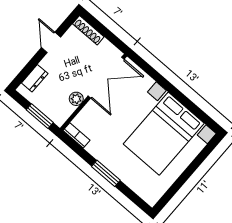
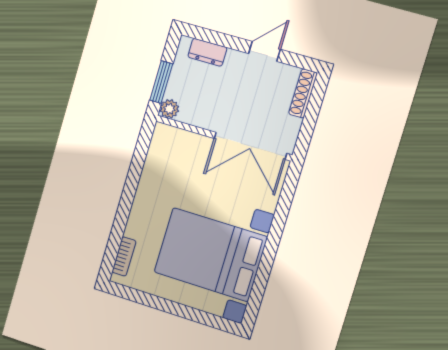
plant: (76, 99) -> (169, 109), moved
bookcase: (76, 135) -> (124, 256), moved
window: (106, 173) -> (126, 202), removed

